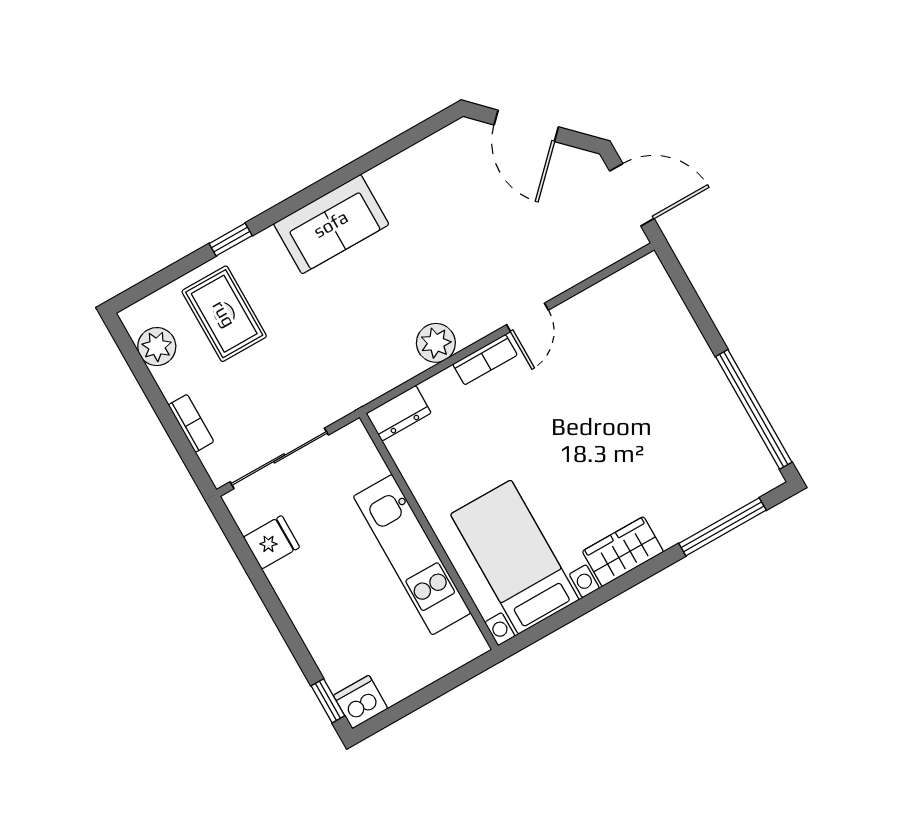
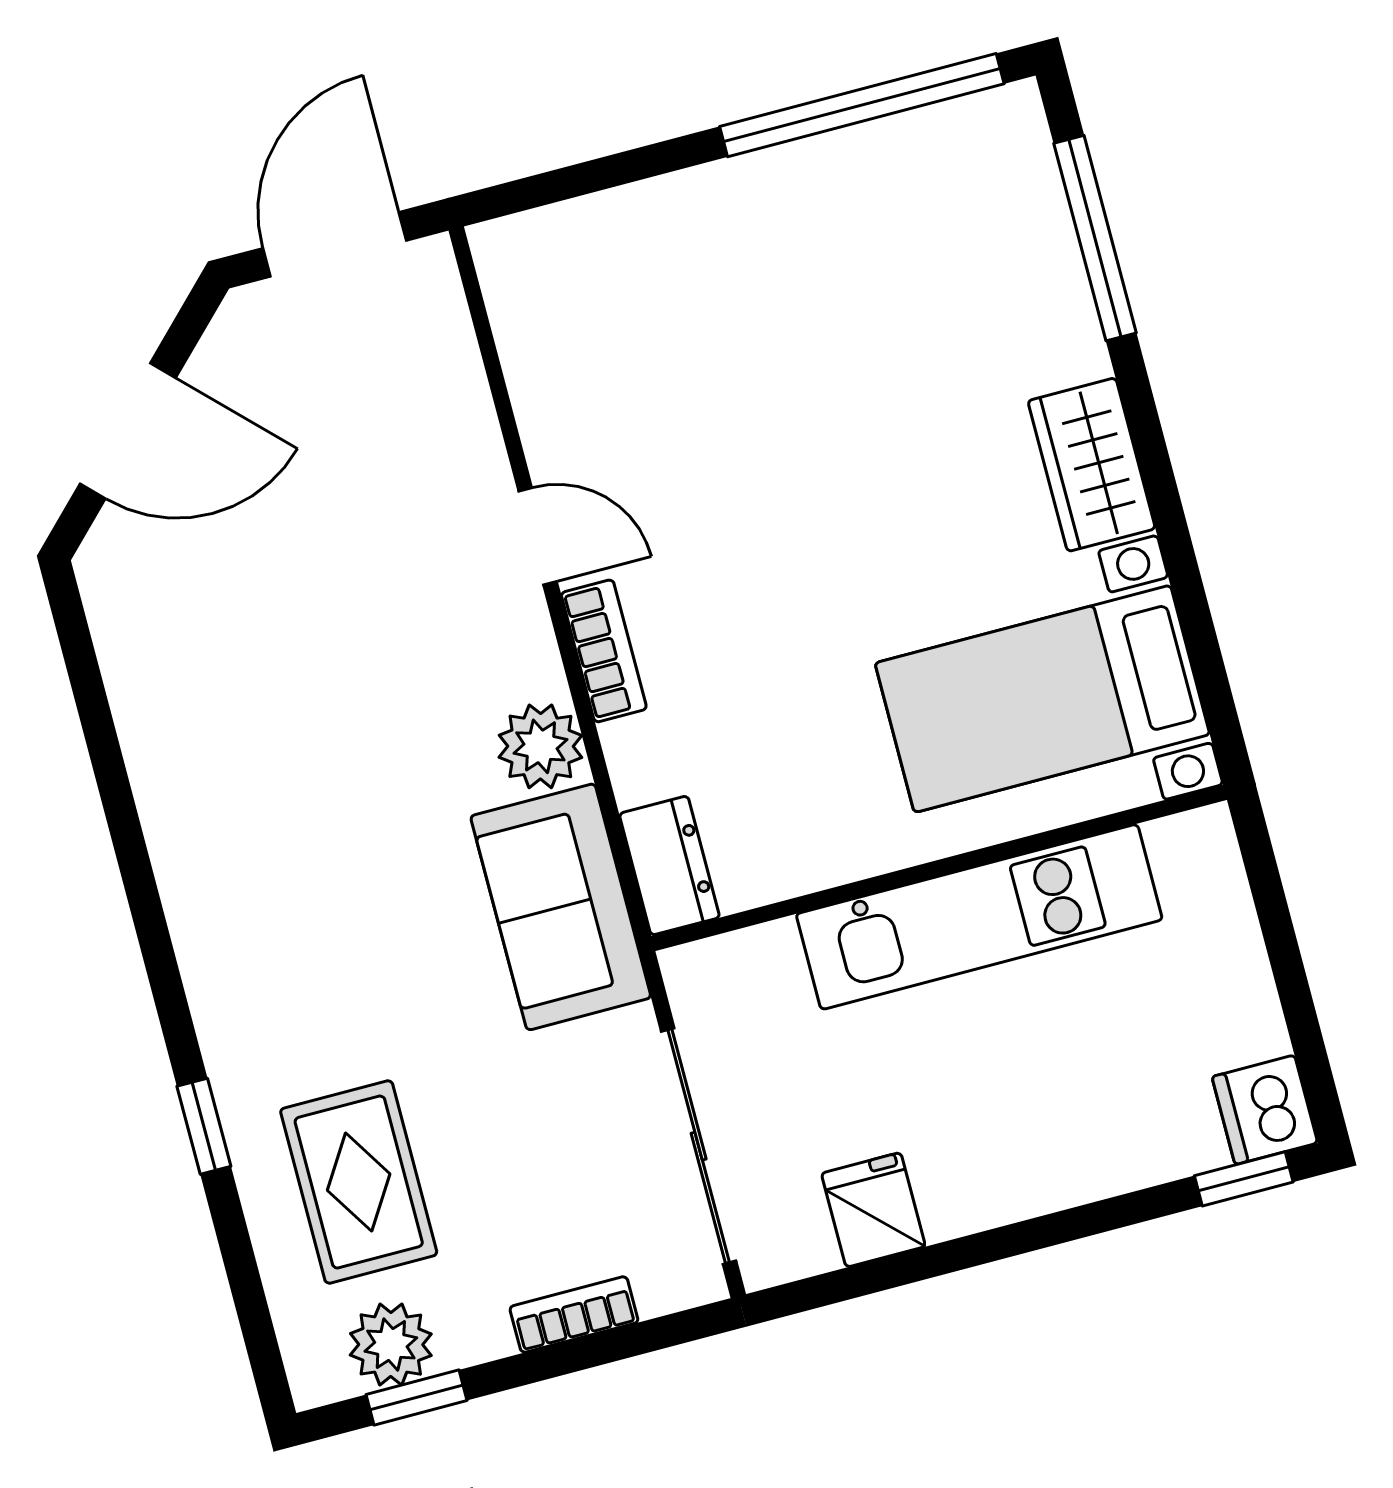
sofa: (331, 224) -> (561, 907), moved, turned 180
rug: (224, 314) -> (359, 1182), turned 90
window: (137, 364) -> (417, 1397), added

